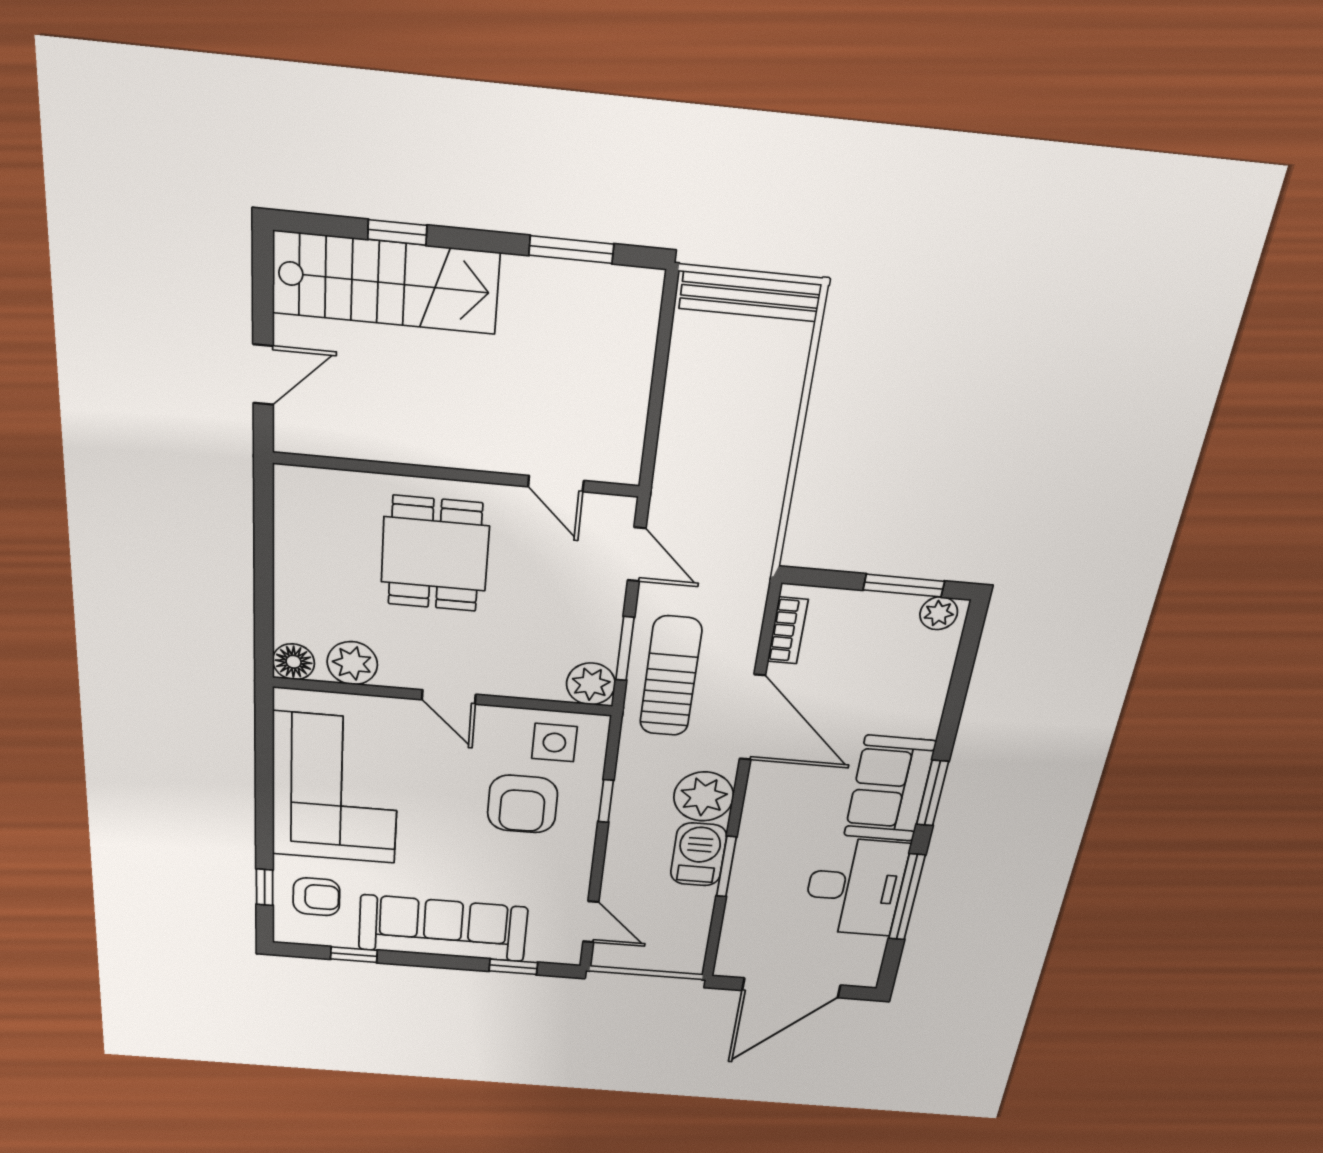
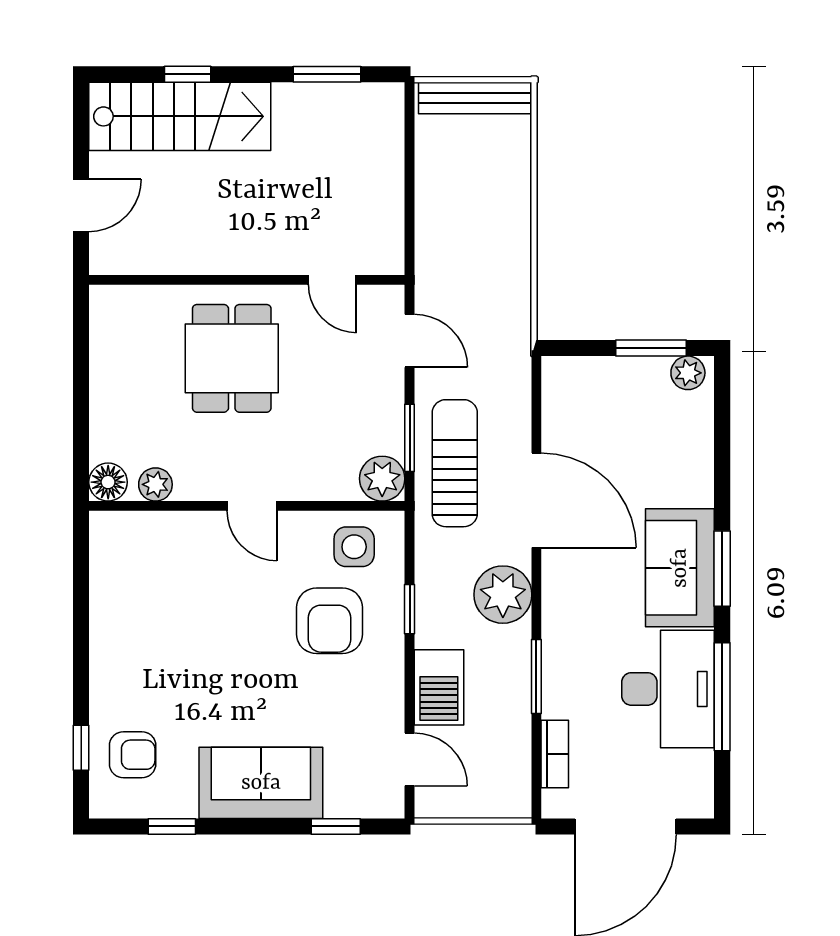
bookcase: (788, 631) -> (555, 754), moved
plant: (352, 663) -> (155, 484), width x0.73, depth x0.73
corner sofa: (335, 789) -> (149, 621), removed
barbecue: (699, 854) -> (439, 687), moved, turned 180
sofa: (443, 928) -> (261, 783), width x0.73

